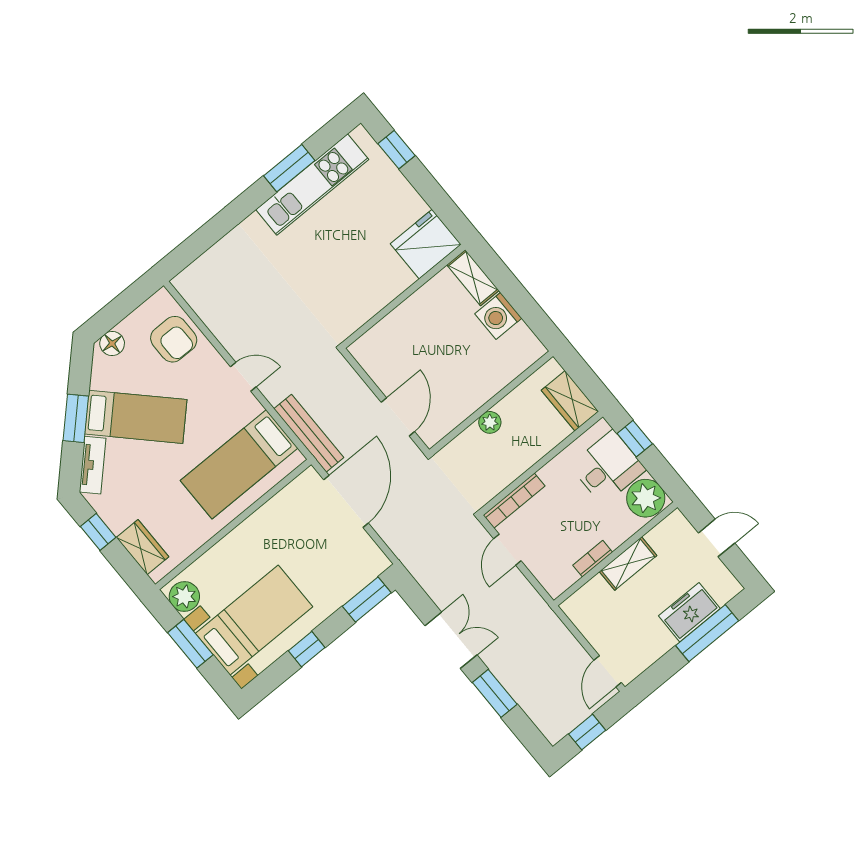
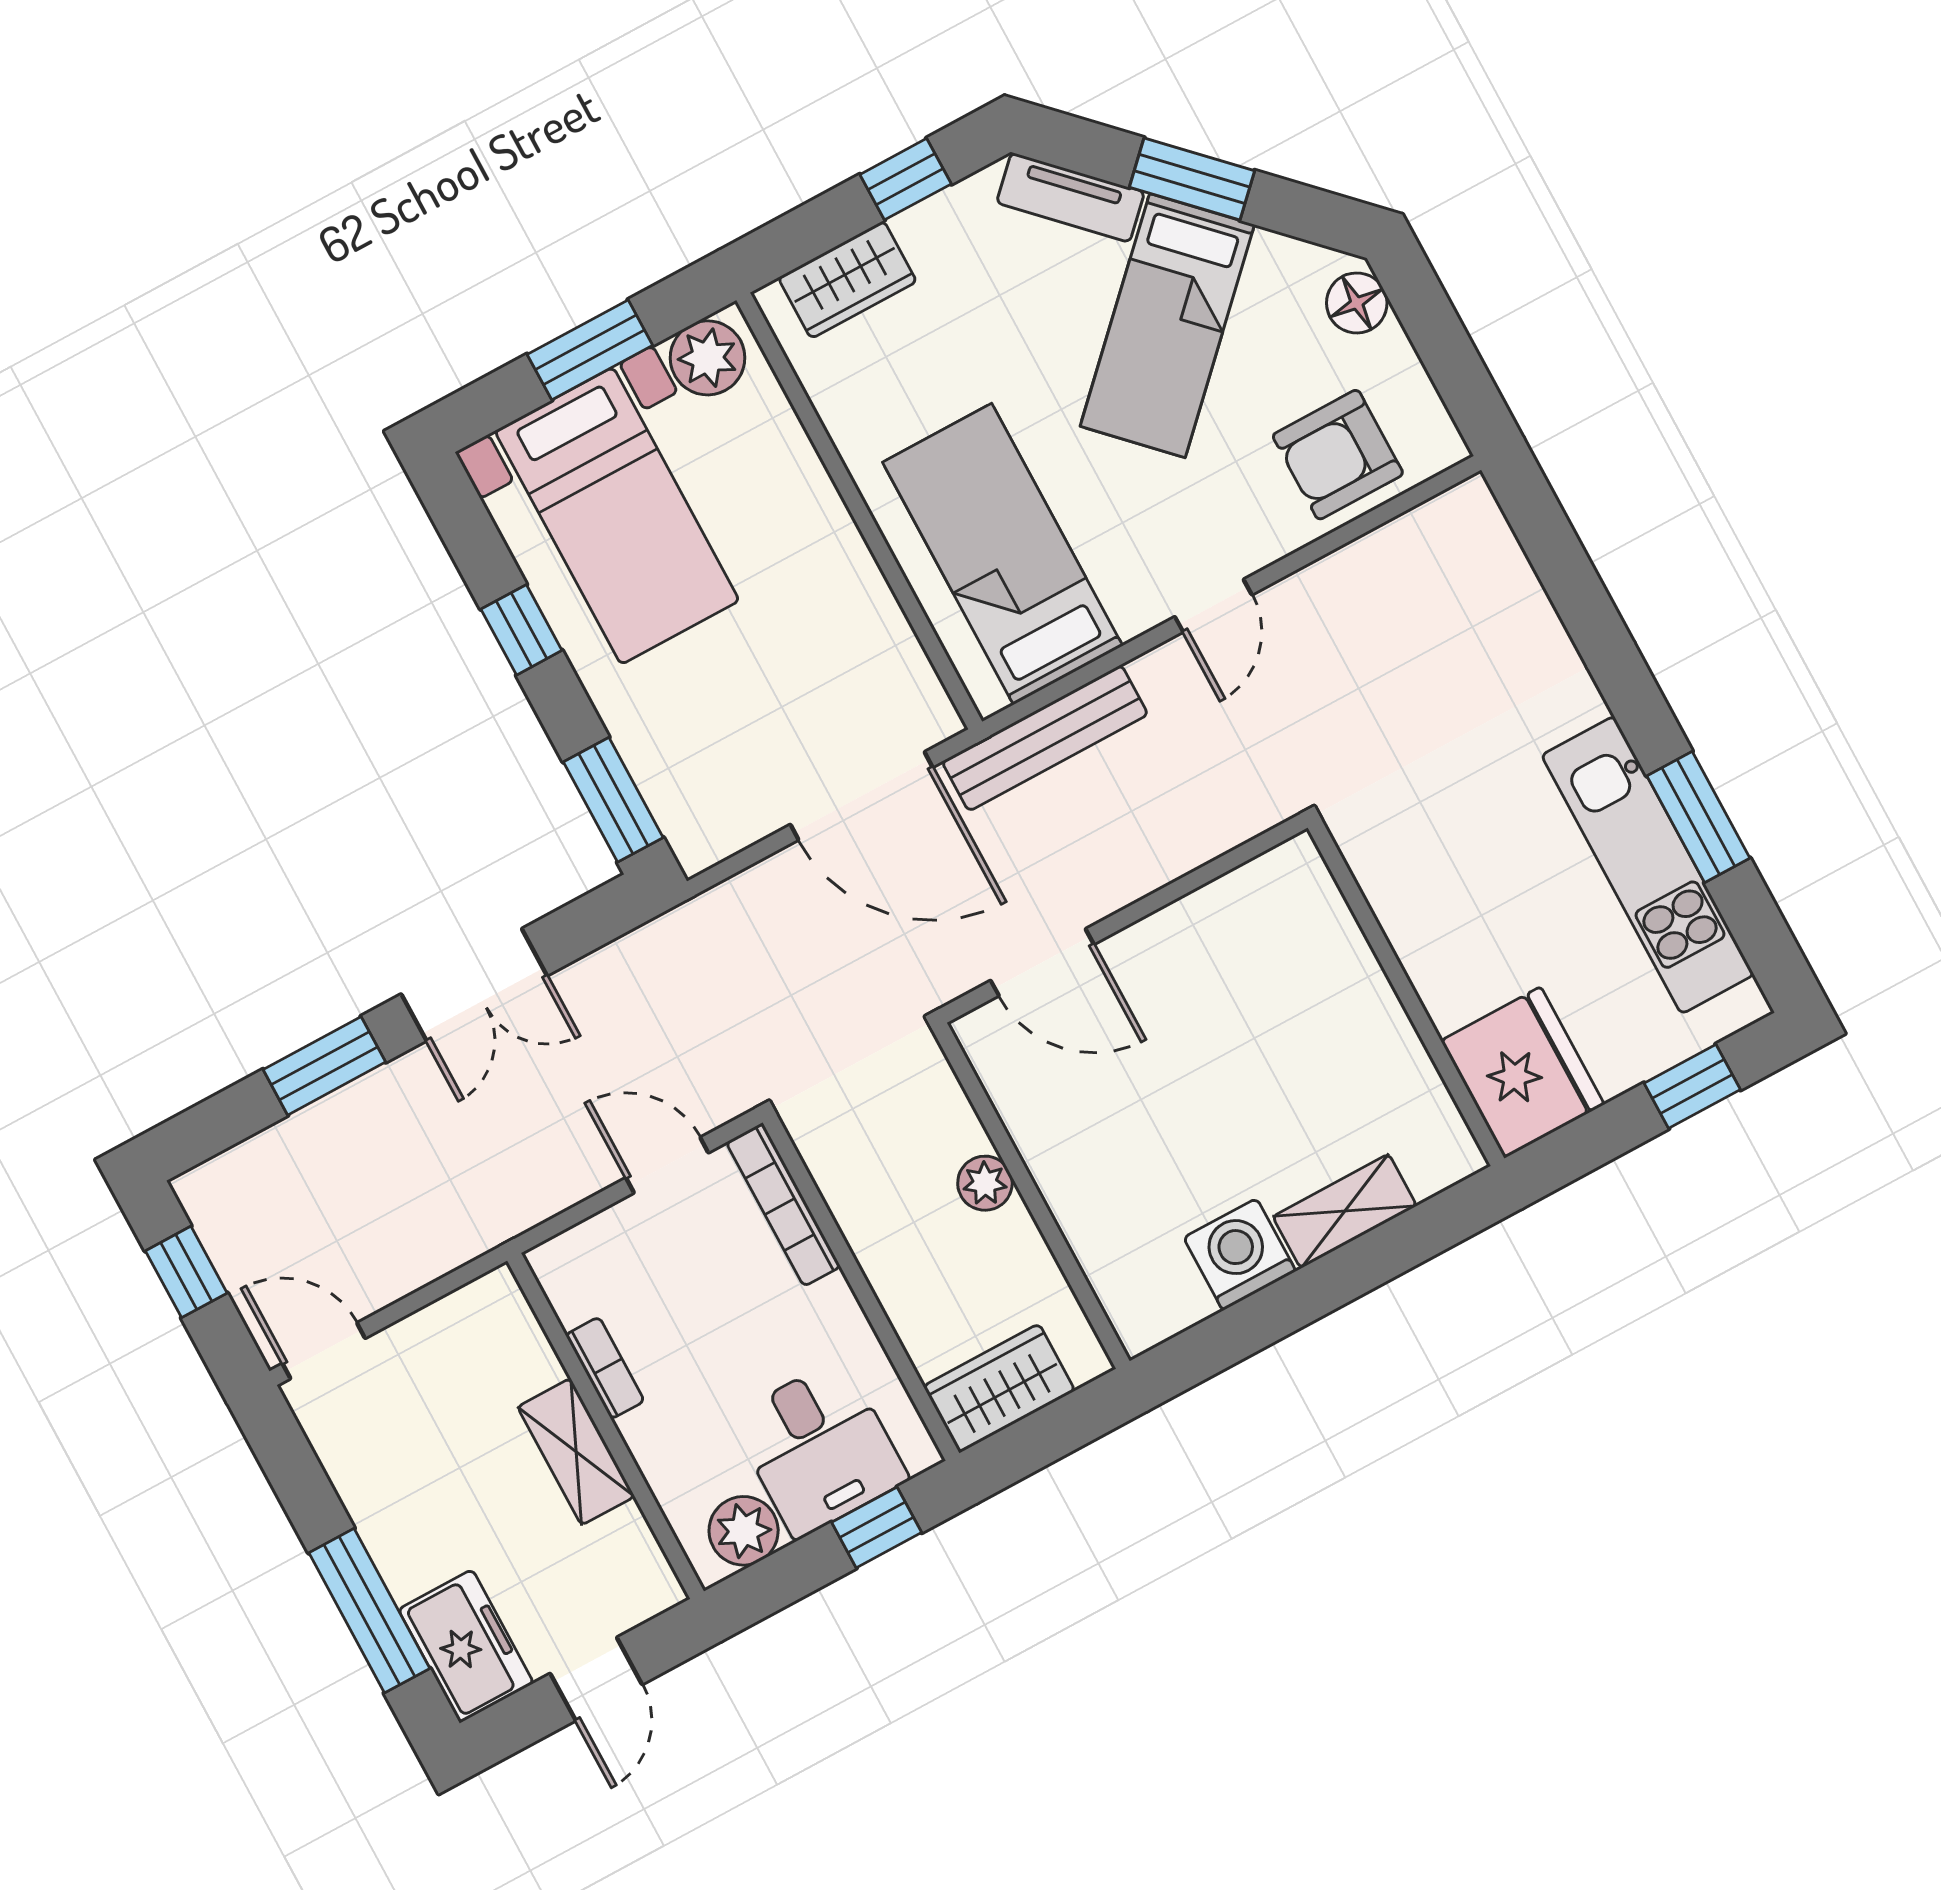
fridge: (426, 244) -> (1523, 1072), moved
wall: (403, 296) -> (1406, 993), moved
plant: (646, 498) -> (744, 1531), width x0.73, depth x0.73
freezer: (689, 612) -> (466, 1646), moved

